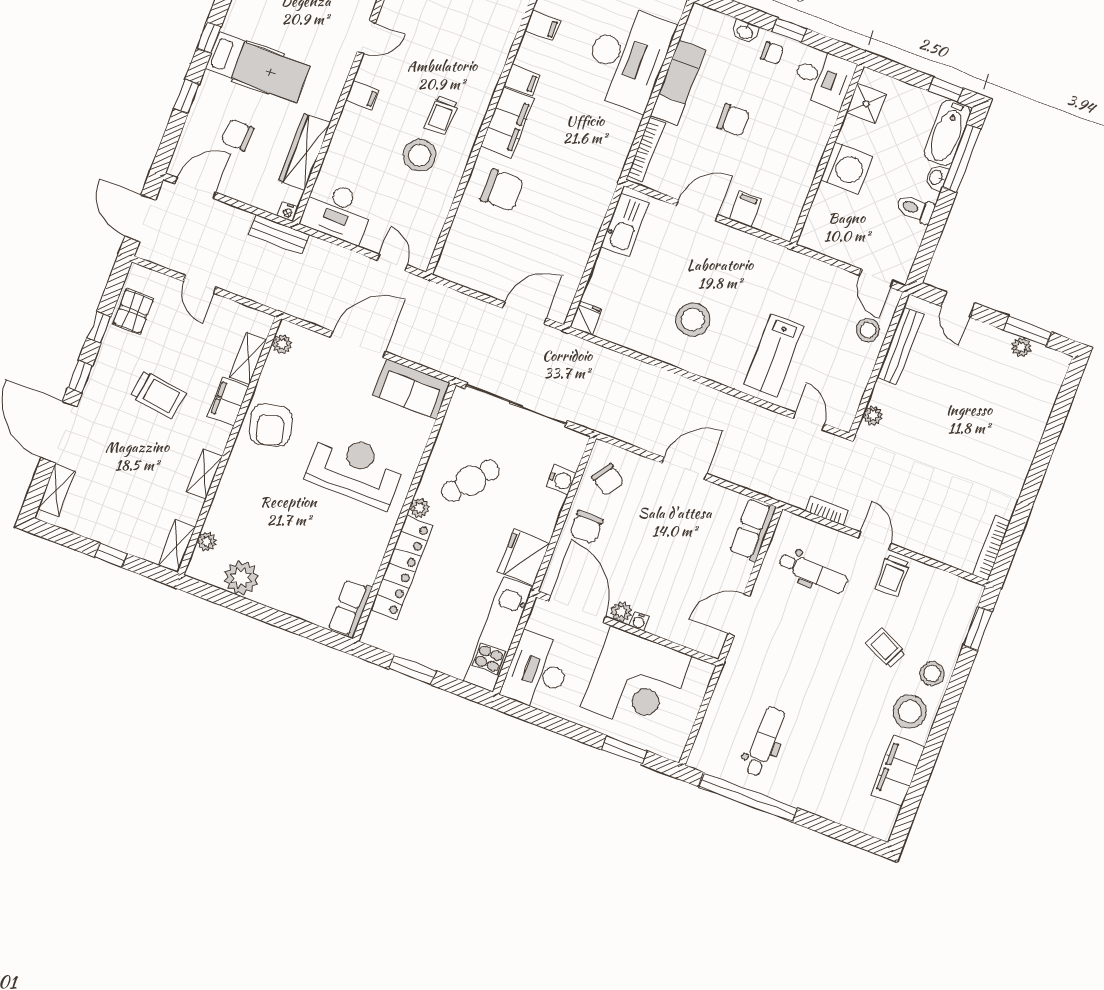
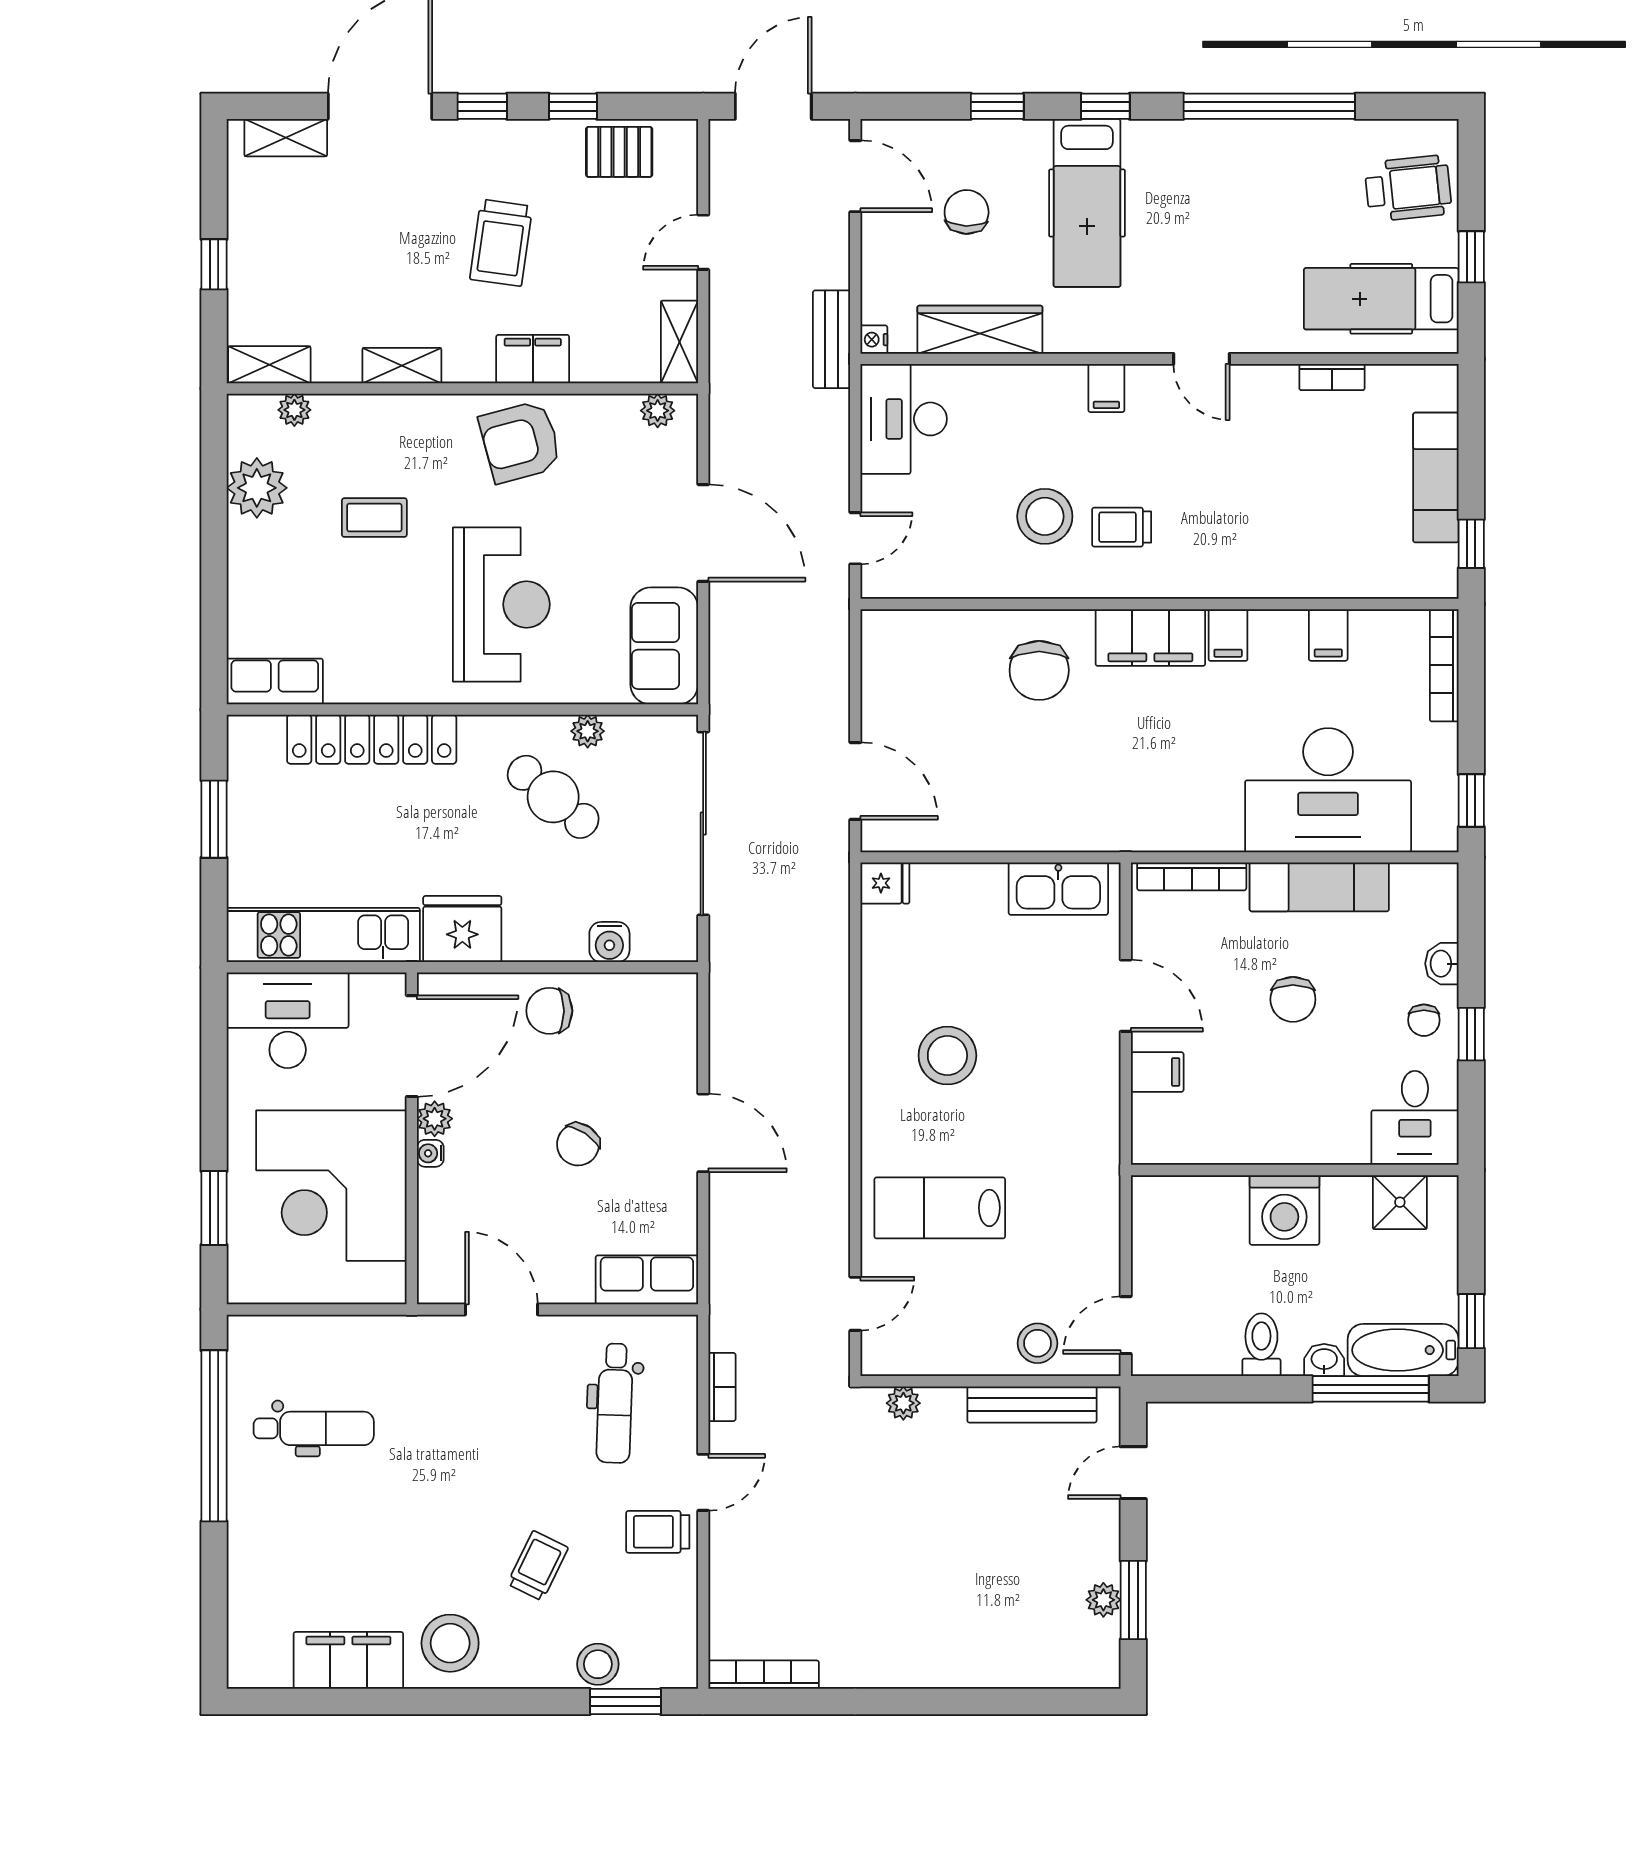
shelving: (248, 358) -> (680, 342), moved, turned 90
chair: (608, 480) -> (578, 1144), moved
plant: (419, 508) -> (588, 731), moved
coffee table: (282, 520) -> (374, 518), added
stool: (932, 673) -> (598, 1664), moved

